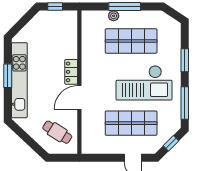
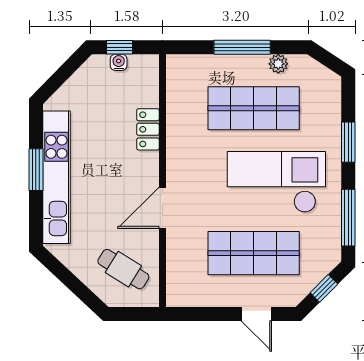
water cooler: (55, 15) -> (119, 62), added
plant: (114, 16) -> (278, 64), moved
locker: (71, 72) -> (148, 129), moved
checkout: (144, 83) -> (276, 182), turned 180

